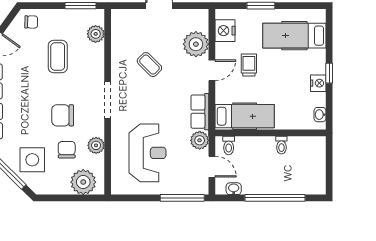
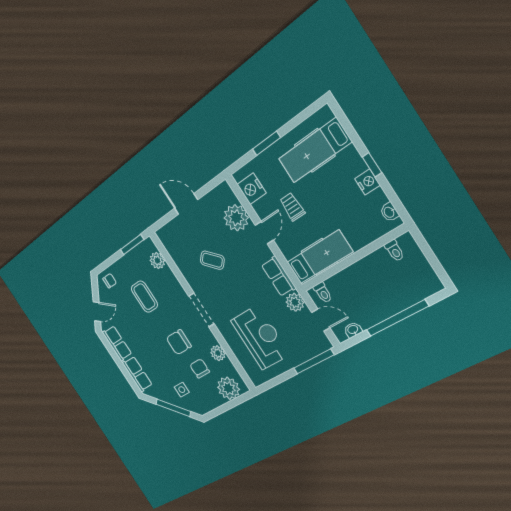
toilet: (281, 145) -> (394, 251), moved
side table: (32, 160) -> (182, 390), width x0.54, depth x0.54

